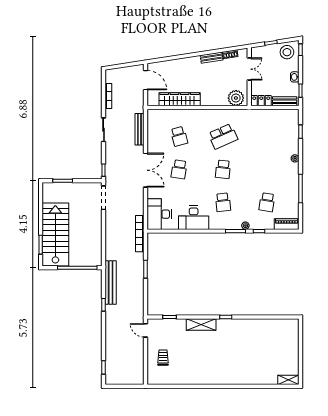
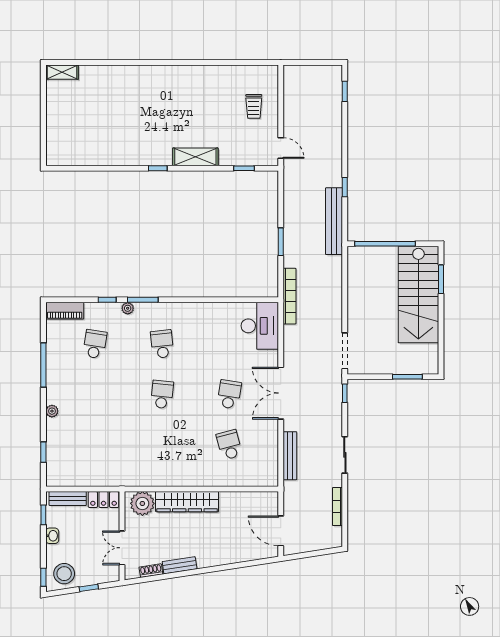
wardrobe: (180, 99) -> (187, 502), moved
school desk: (223, 136) -> (162, 445), removed
desk: (194, 218) -> (207, 320), removed

